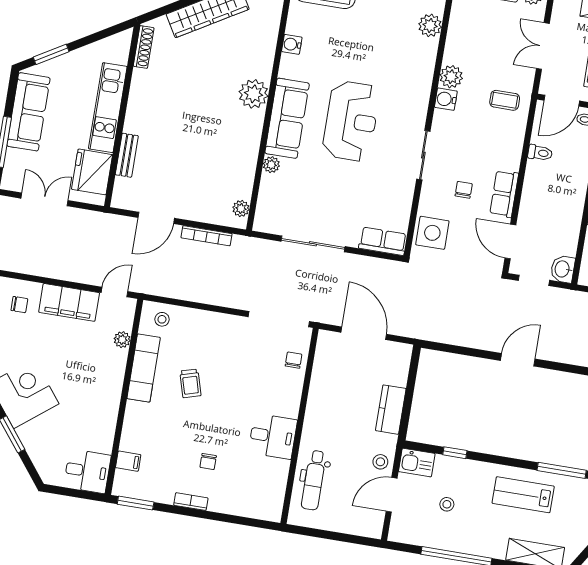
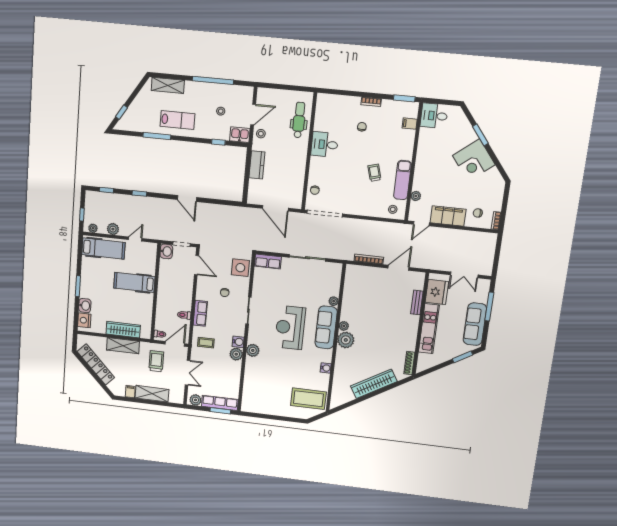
plant: (430, 25) -> (253, 350), moved
row of seats: (504, 194) -> (200, 313), moved
plant: (241, 209) -> (344, 326), moved
door: (518, 360) -> (187, 198), hinge flipped

